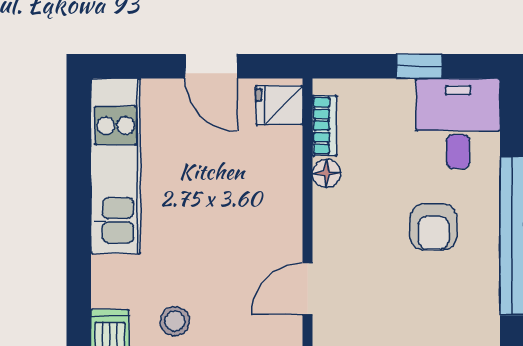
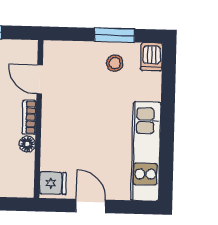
bookcase: (324, 126) -> (29, 117), moved
door: (308, 289) -> (40, 79), swing flipped

